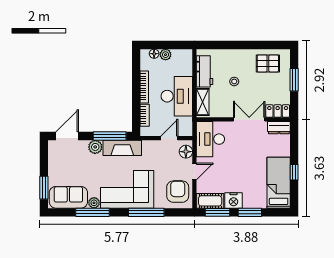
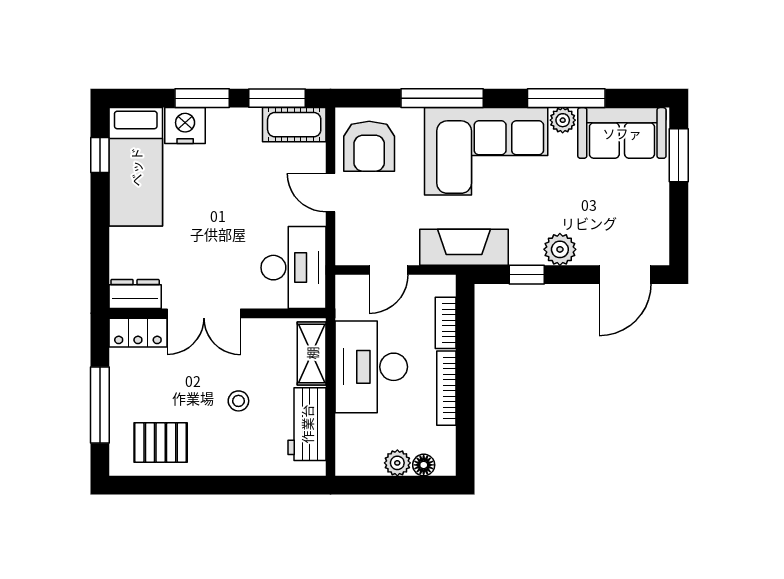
window: (294, 80) -> (100, 405), width x1.44
window: (110, 136) -> (527, 275), width x0.46
fireplace: (122, 148) -> (464, 247), moved
floor lamp: (186, 152) -> (350, 238), removed
door: (194, 171) -> (330, 193), hinge flipped
window: (294, 172) -> (100, 155), moved
nightstand: (234, 200) -> (185, 126), moved

